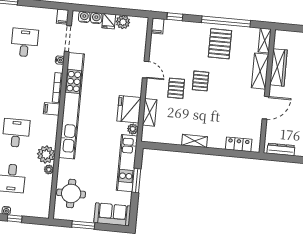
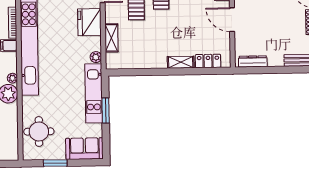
door: (266, 108) -> (232, 20), swing flipped
fridge: (129, 109) -> (89, 22), moved
shelving: (195, 141) -> (181, 62), moved
plant: (49, 170) -> (12, 78), moved

